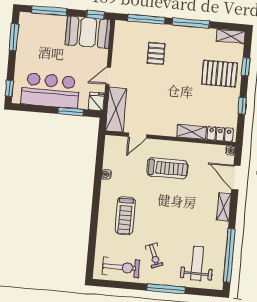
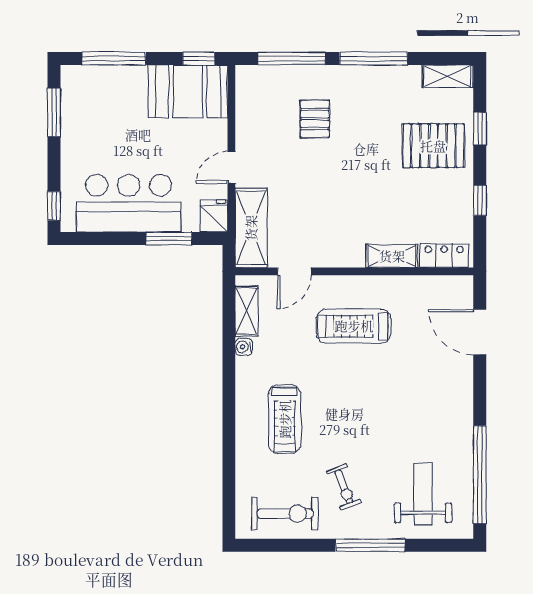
water cooler: (230, 150) -> (465, 283), removed
treadmill: (167, 168) -> (354, 326), turned 180
shelving: (224, 207) -> (246, 311), moved

